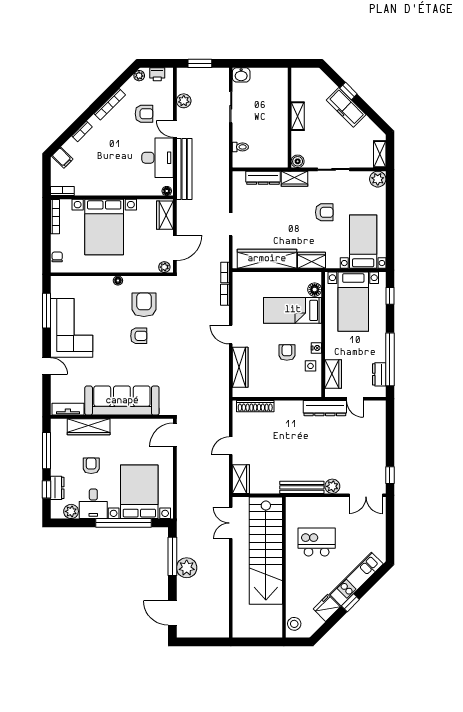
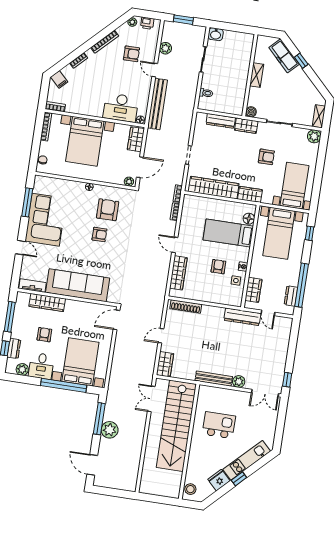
freezer: (346, 107) -> (284, 56), moved
desk: (158, 158) -> (121, 108), moved, turned 90

